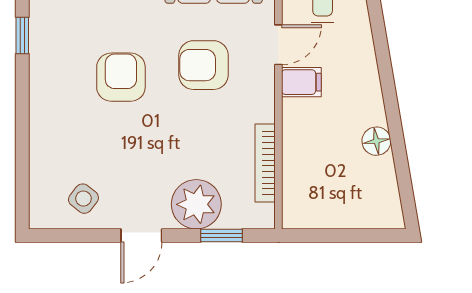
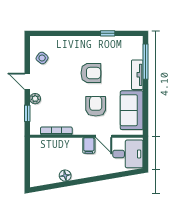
plant: (196, 204) -> (35, 99), width x0.53, depth x0.53

